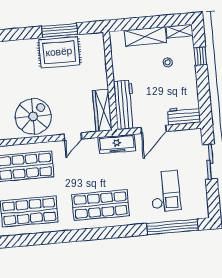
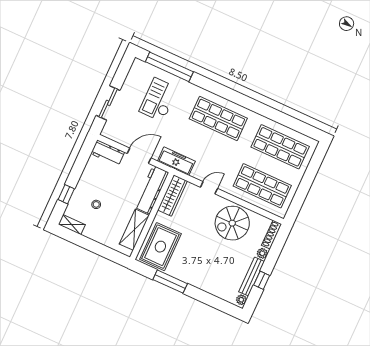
shelving: (145, 36) -> (134, 230), moved, turned 90
rug: (59, 52) -> (160, 247), moved, turned 90

